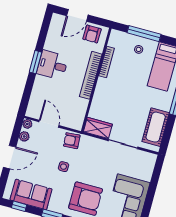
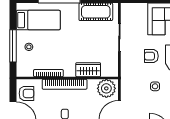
plant: (75, 117) -> (106, 88), added
wardrobe: (98, 128) -> (88, 70), moved, turned 90
armchair: (72, 141) -> (151, 56), moved, turned 94

